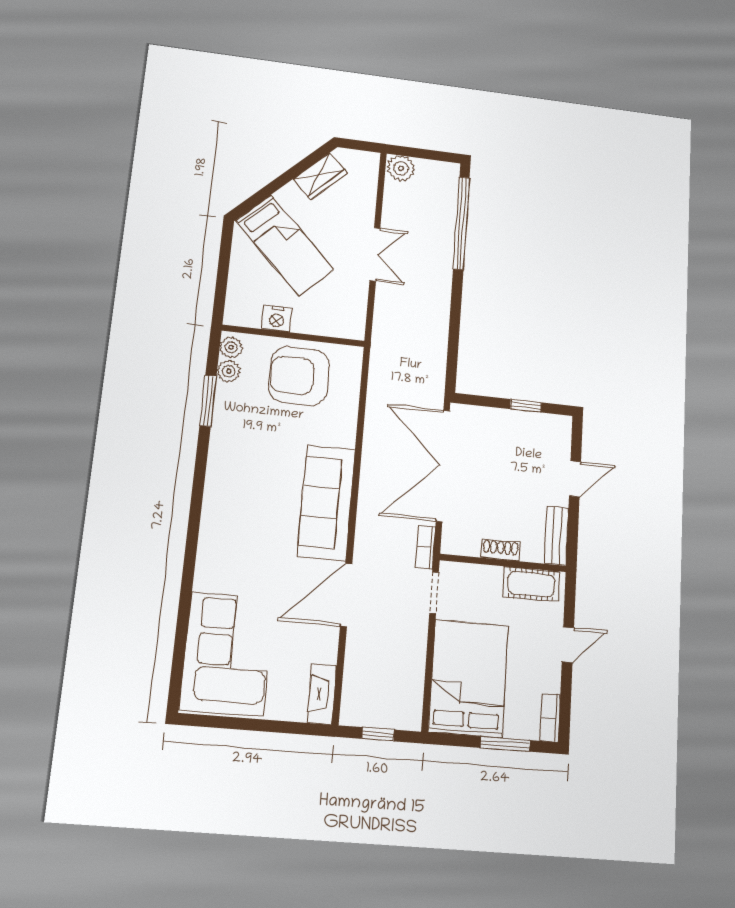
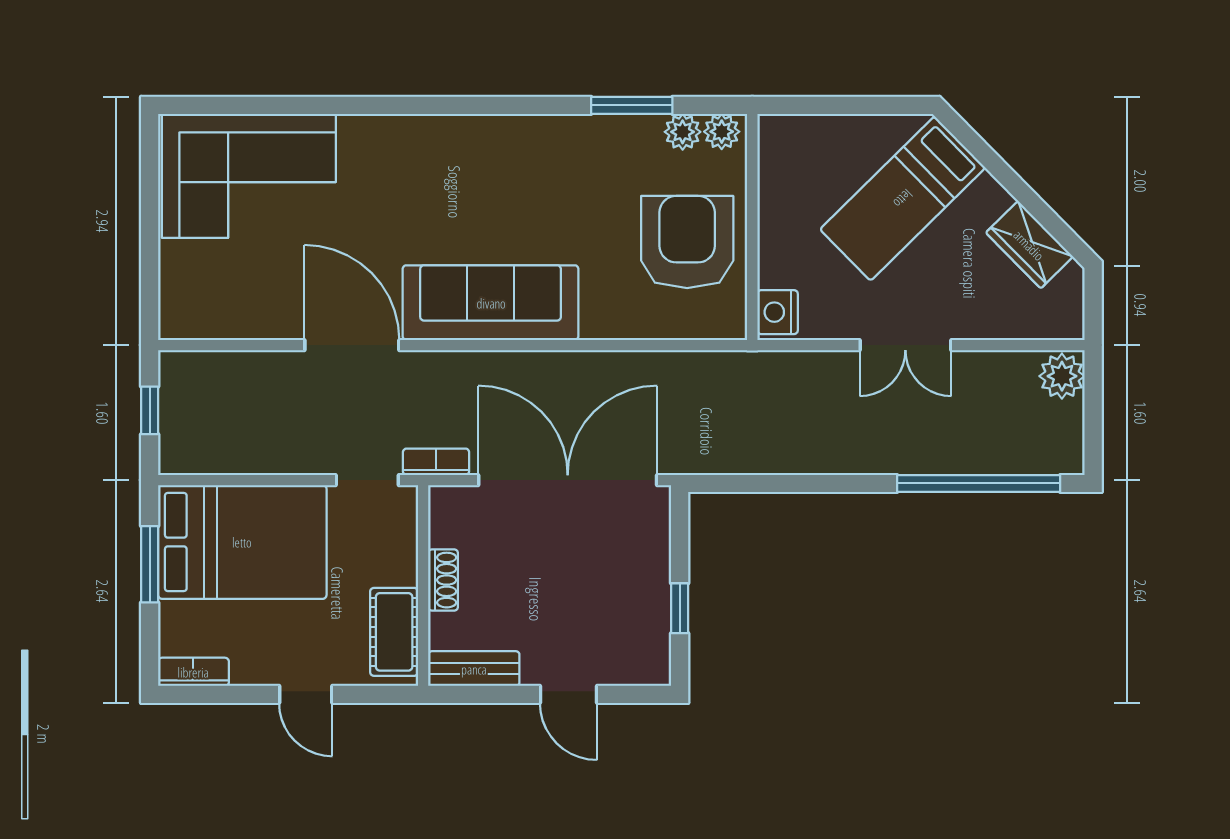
nightstand: (277, 319) -> (778, 312), moved
fireplace: (322, 694) -> (202, 321), removed
window: (505, 744) -> (150, 564), moved

